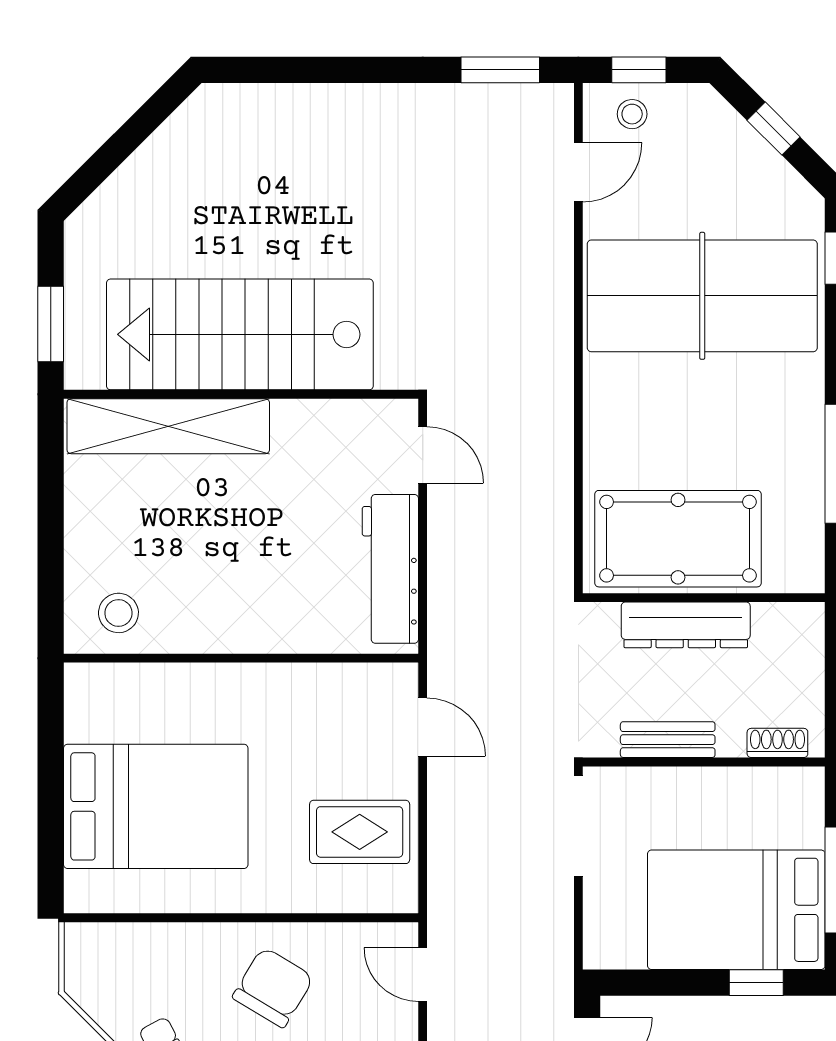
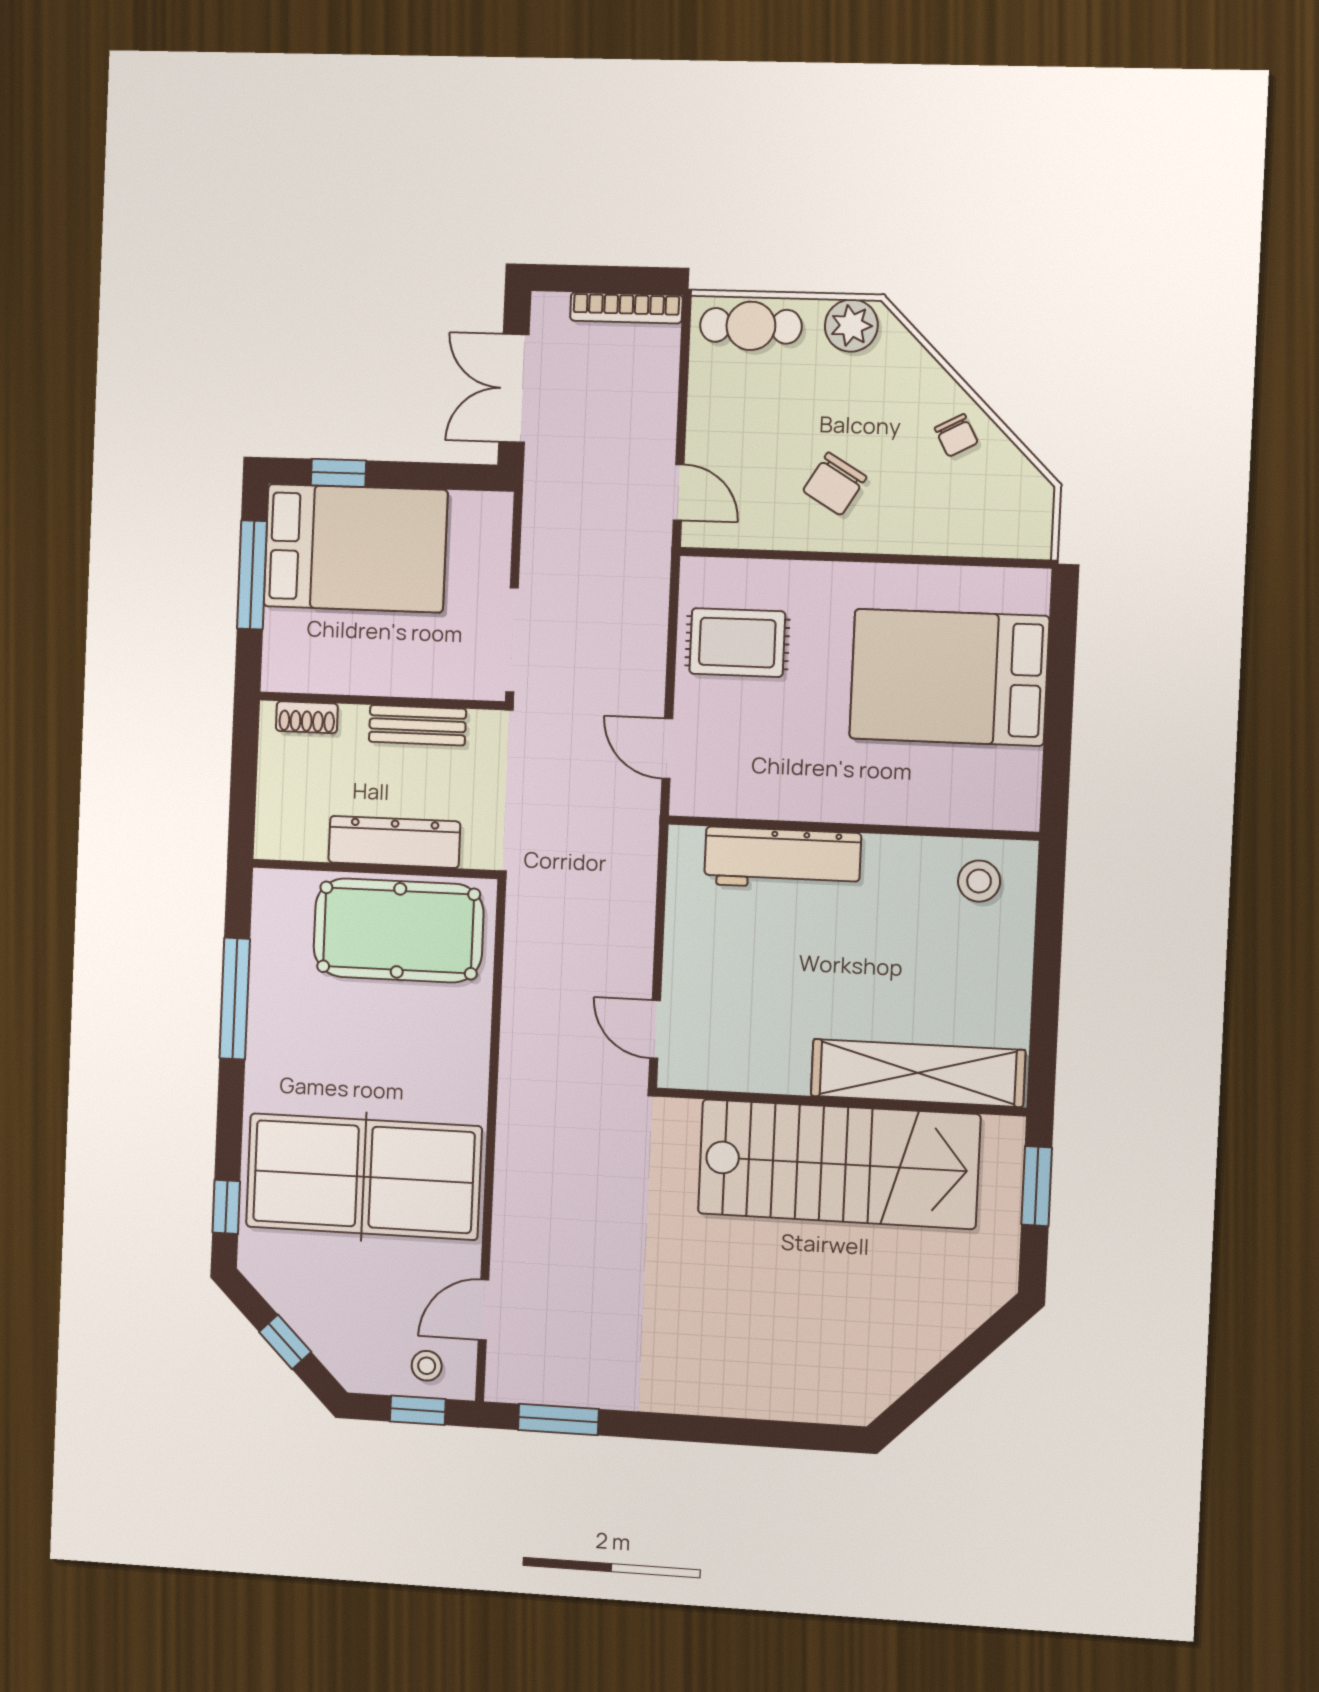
workbench: (390, 569) -> (782, 859), moved, turned 90
chair: (273, 987) -> (835, 484), width x0.73, depth x0.73

